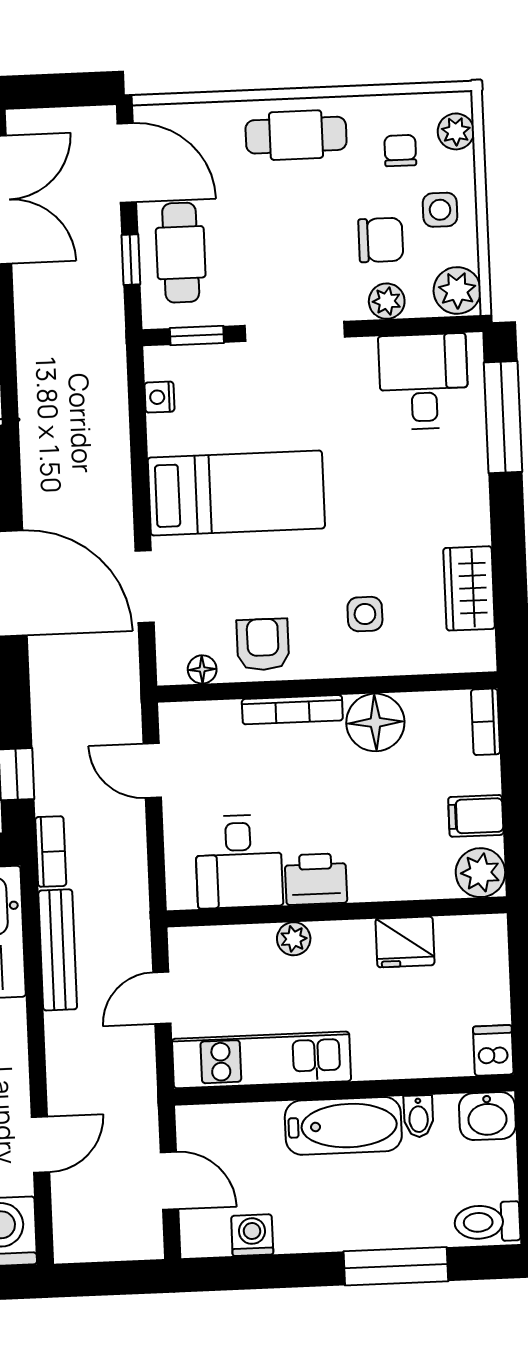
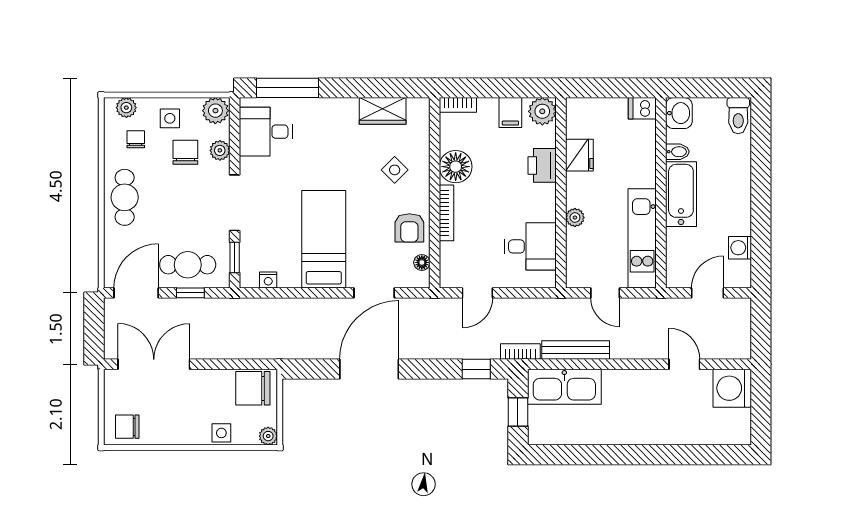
chair: (400, 151) -> (136, 139), turned 90
side table: (365, 614) -> (395, 170), turned 45
armchair: (263, 644) -> (409, 228), turned -90
printer: (316, 879) -> (542, 165), moved
window: (396, 1266) -> (761, 168), removed

